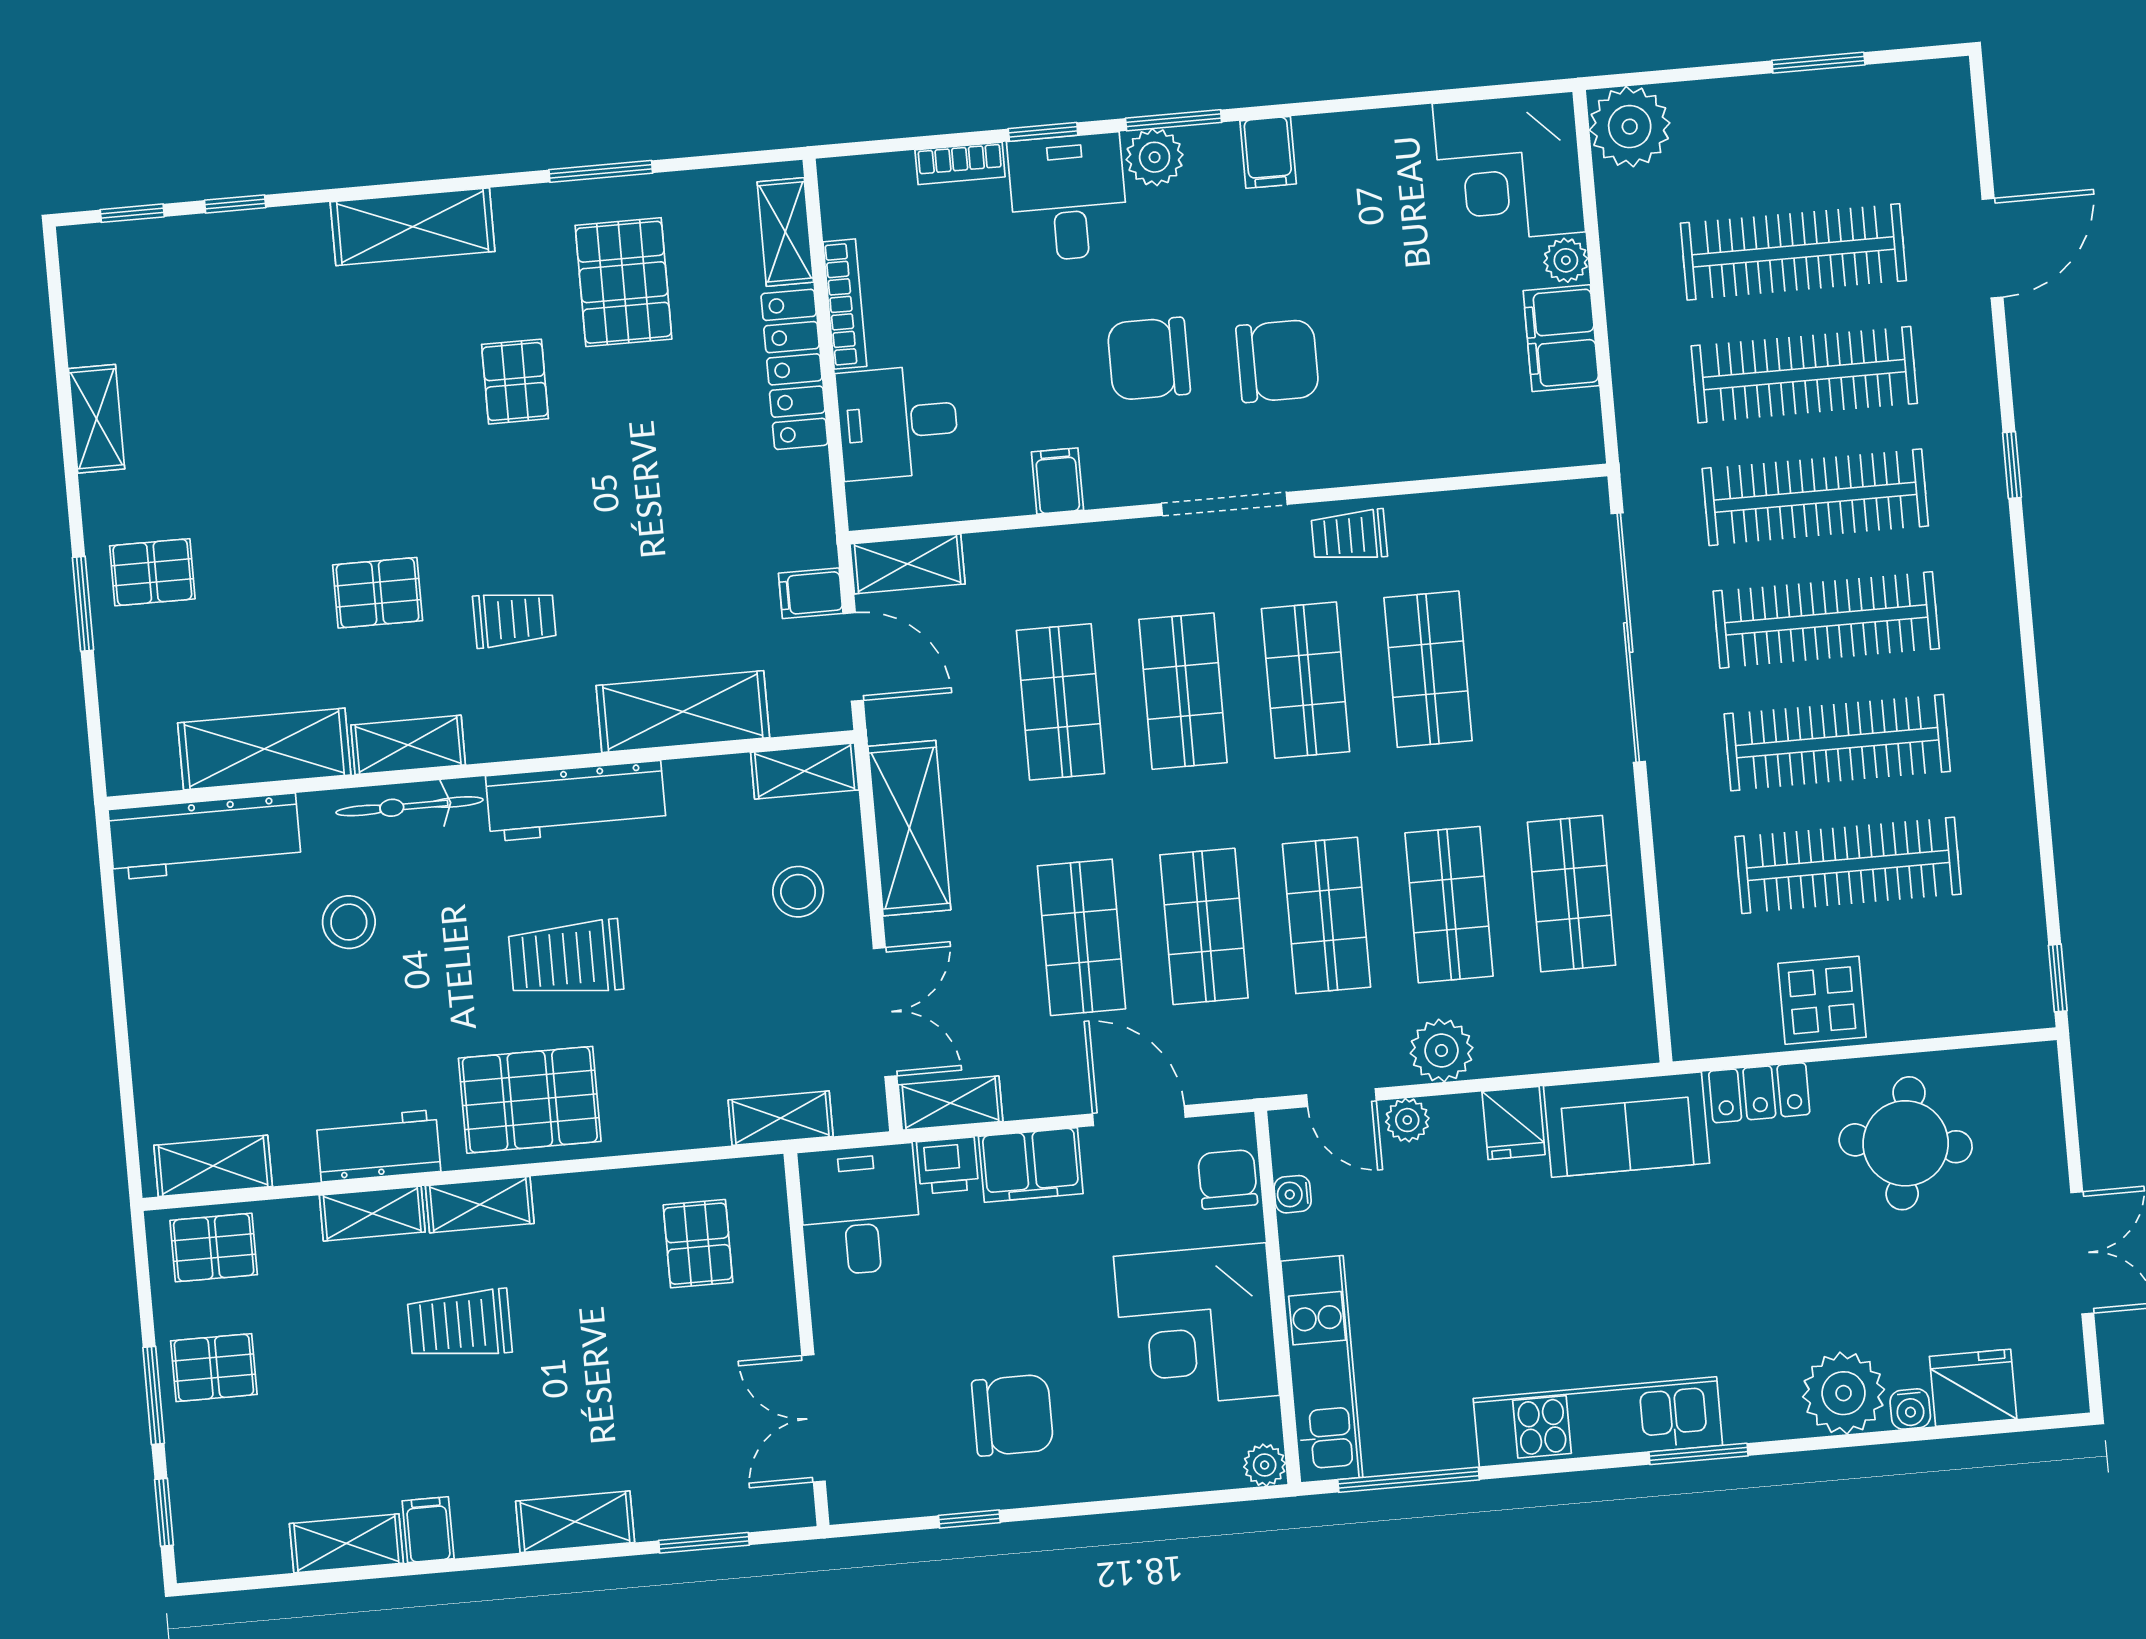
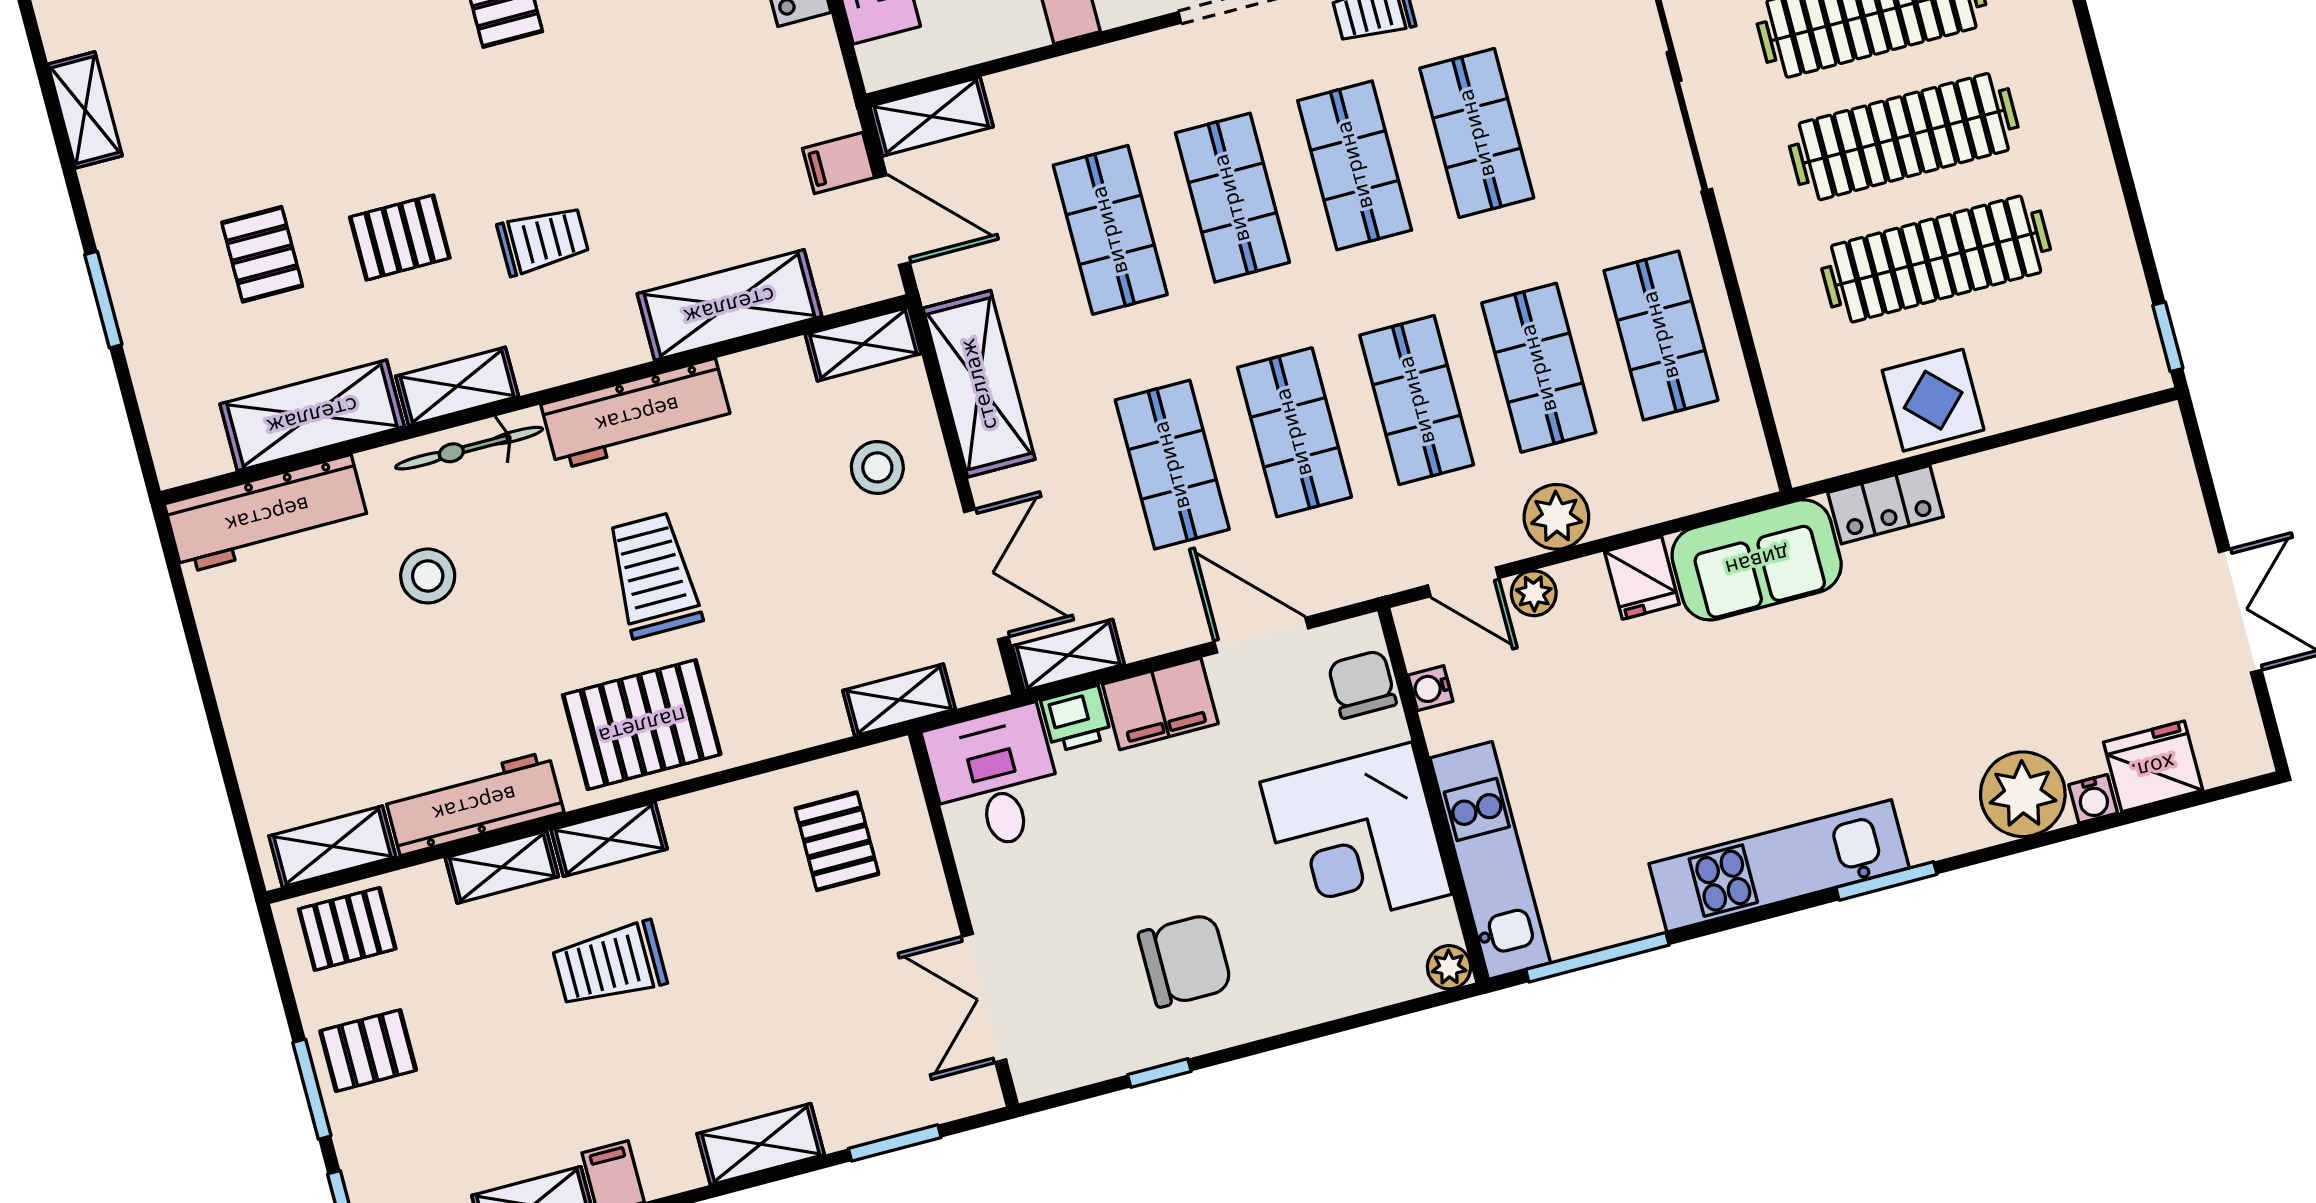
pallet: (152, 572) -> (262, 254), moved, turned 90
trolley: (566, 959) -> (654, 575), turned 90
round table: (1906, 1143) -> (2042, 531), removed
workbench: (378, 1146) -> (474, 803), width x1.37

